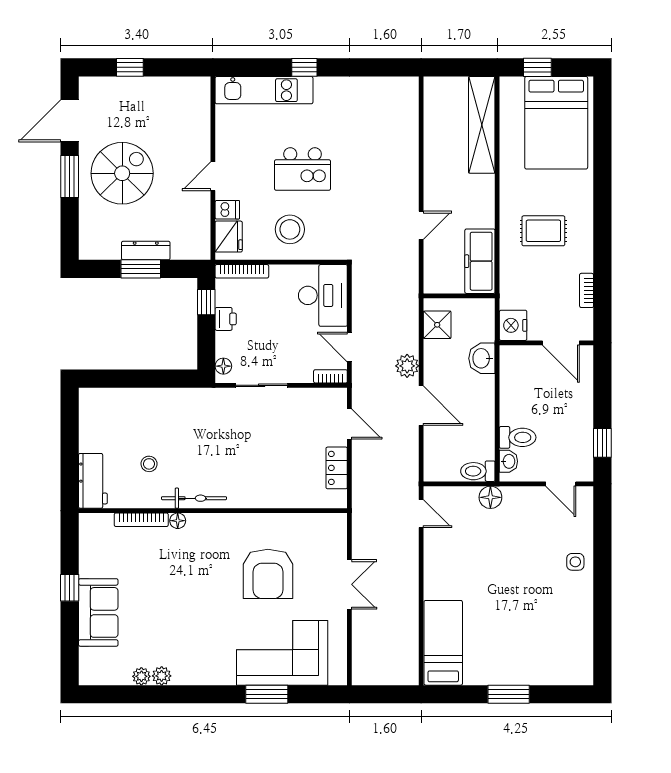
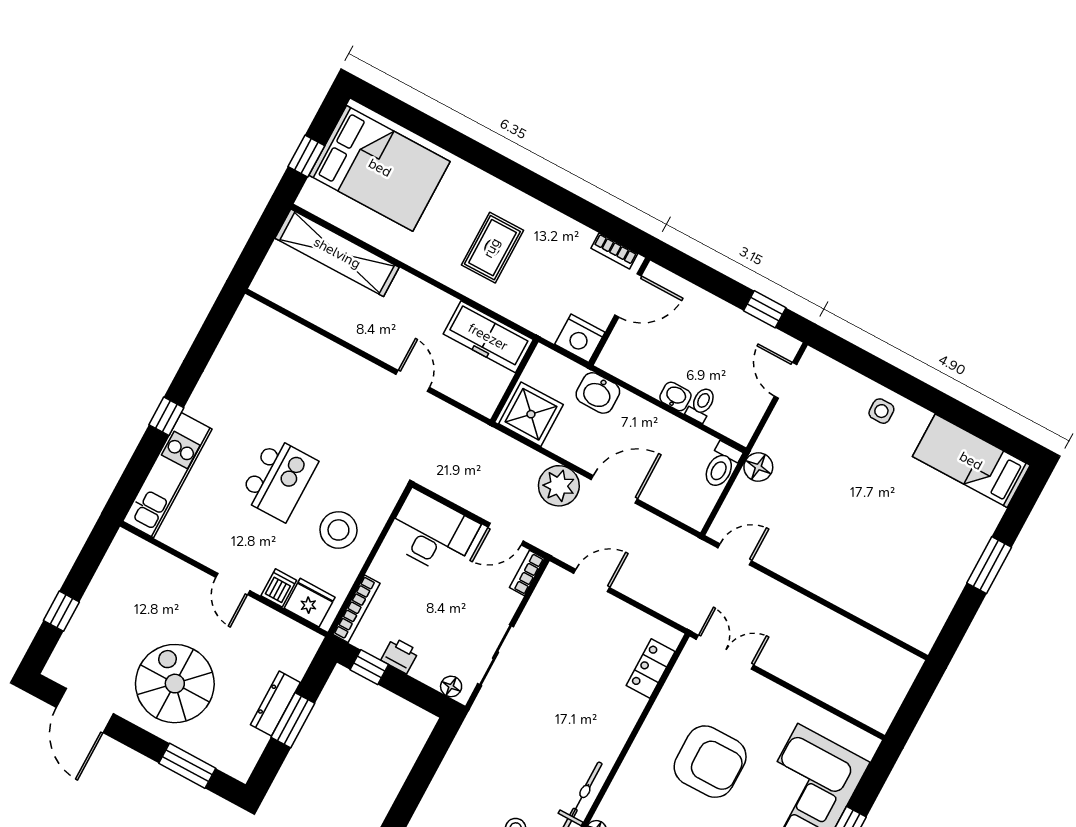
window: (70, 177) -> (187, 766), moved
bookcase: (587, 290) -> (614, 251), moved
shower: (437, 325) -> (531, 414), width x1.36, depth x1.36
plant: (407, 366) -> (559, 486), width x1.36, depth x1.36
toilet: (518, 437) -> (701, 405), width x0.73, depth x0.72
washbasin: (508, 461) -> (675, 396), moved
locker: (337, 468) -> (651, 669), moved, turned 90
door: (561, 484) -> (785, 380), swing flipped
double door: (349, 584) -> (725, 652), moved
bed: (443, 643) -> (971, 461), moved

